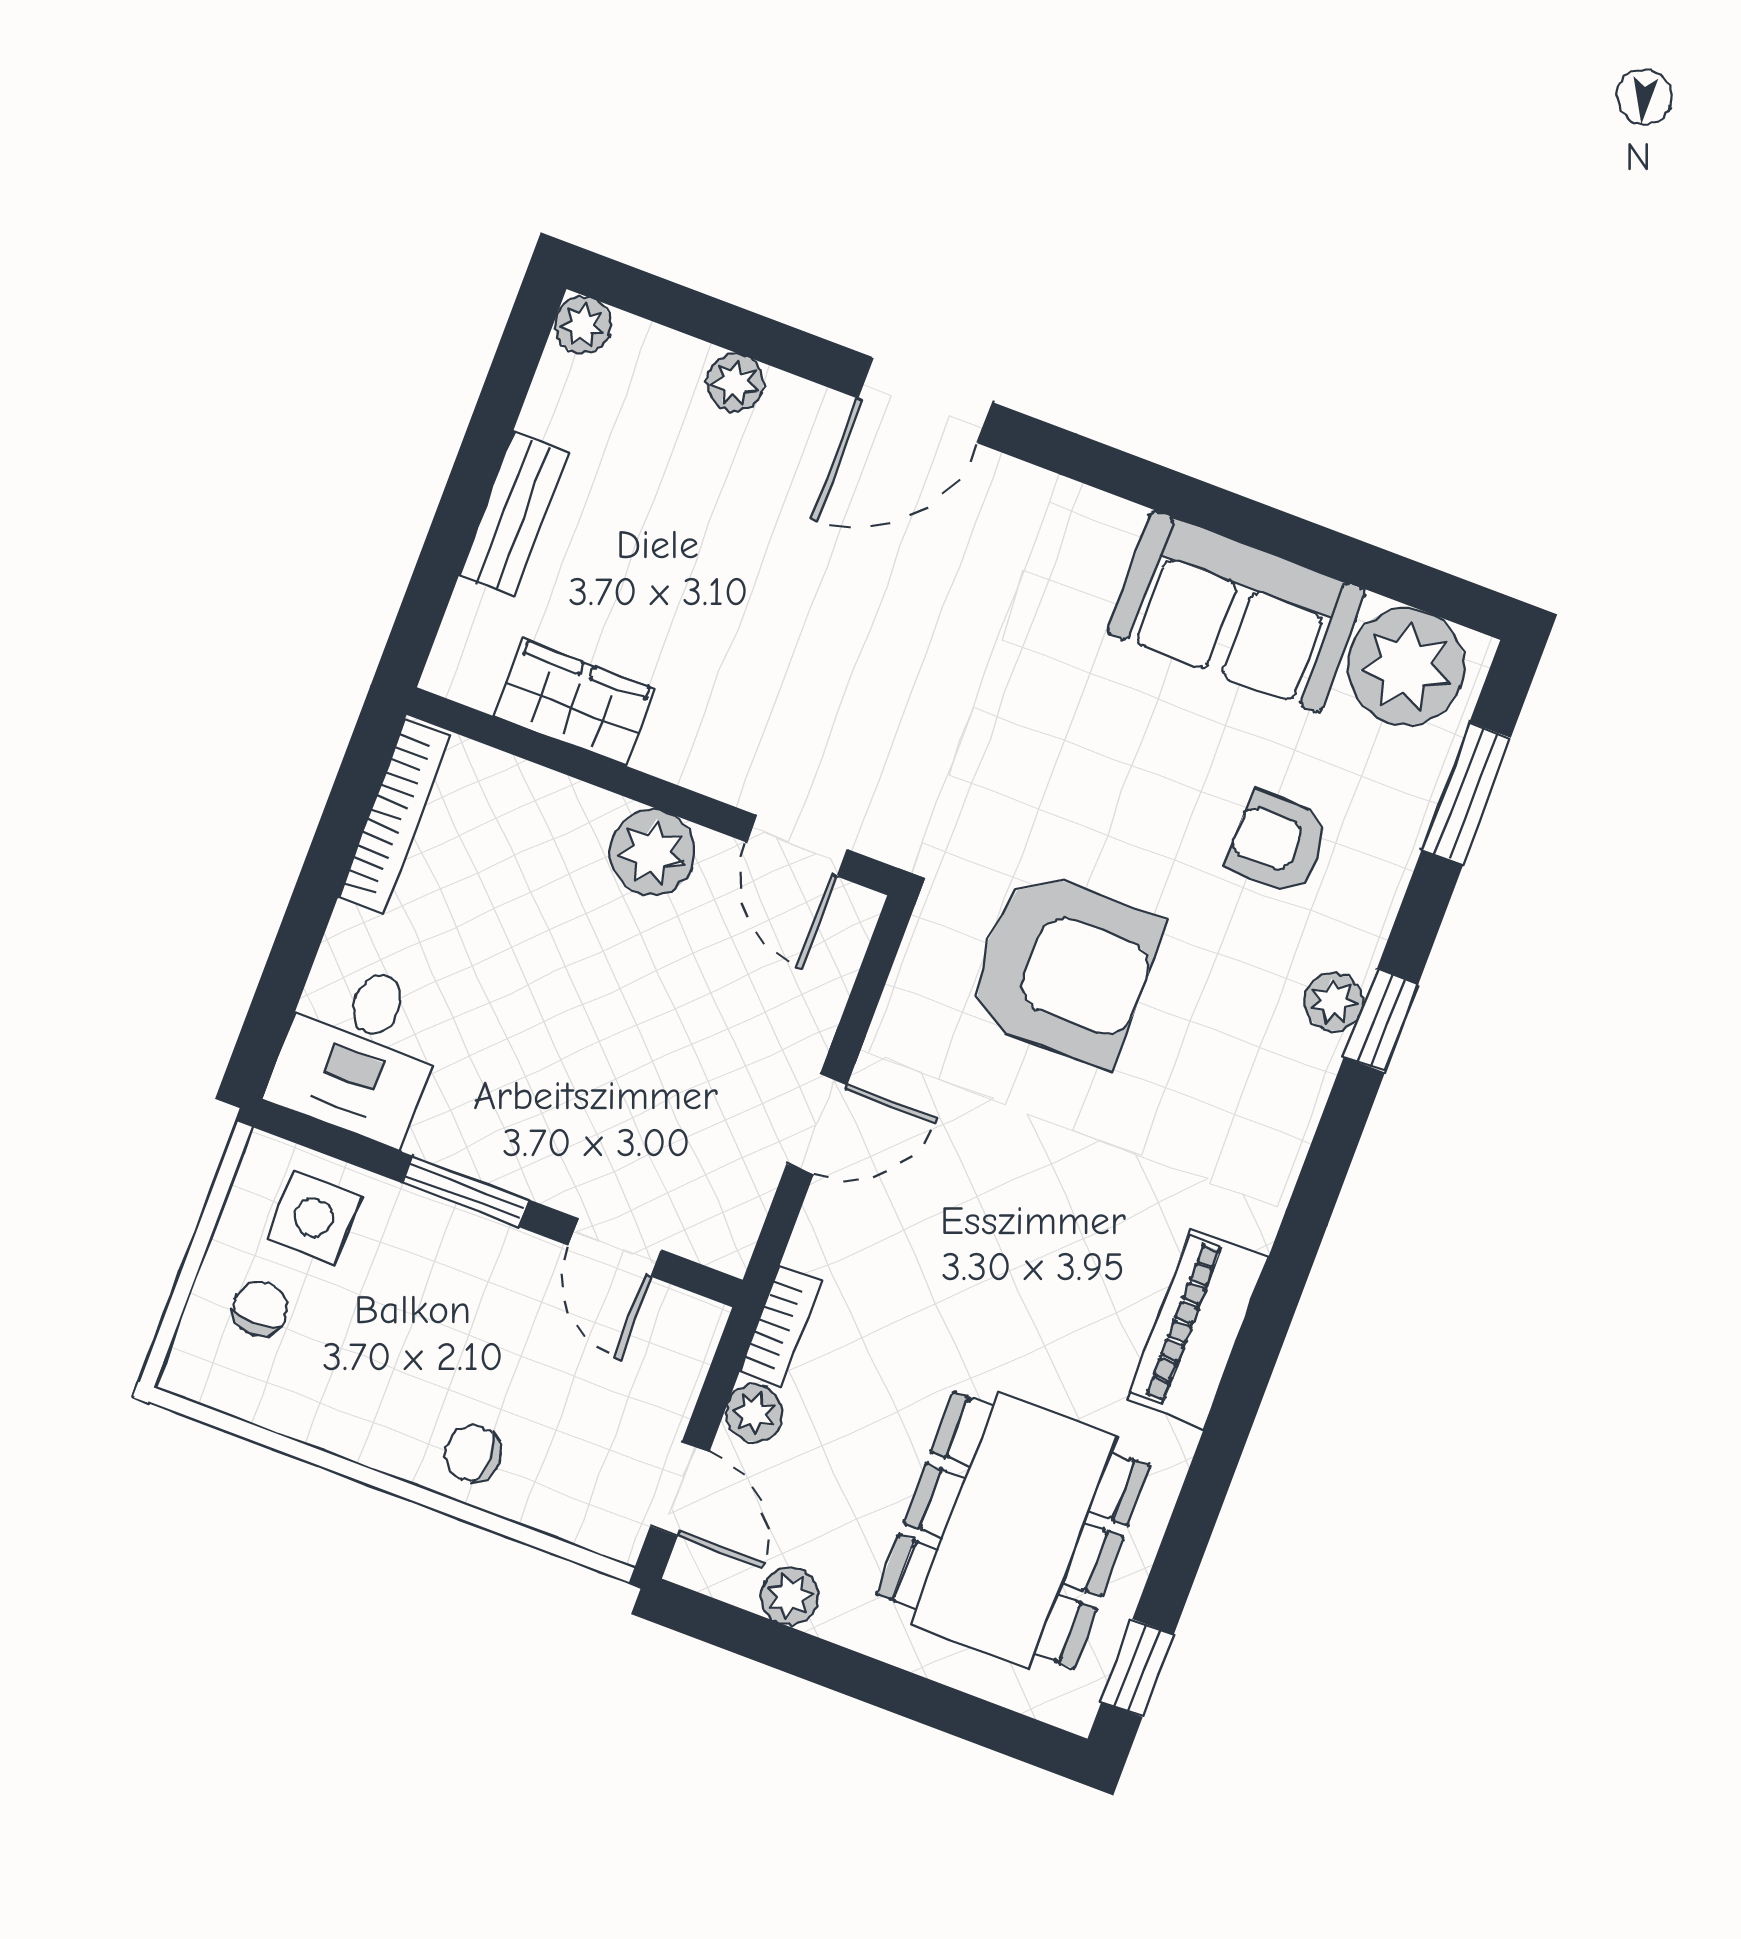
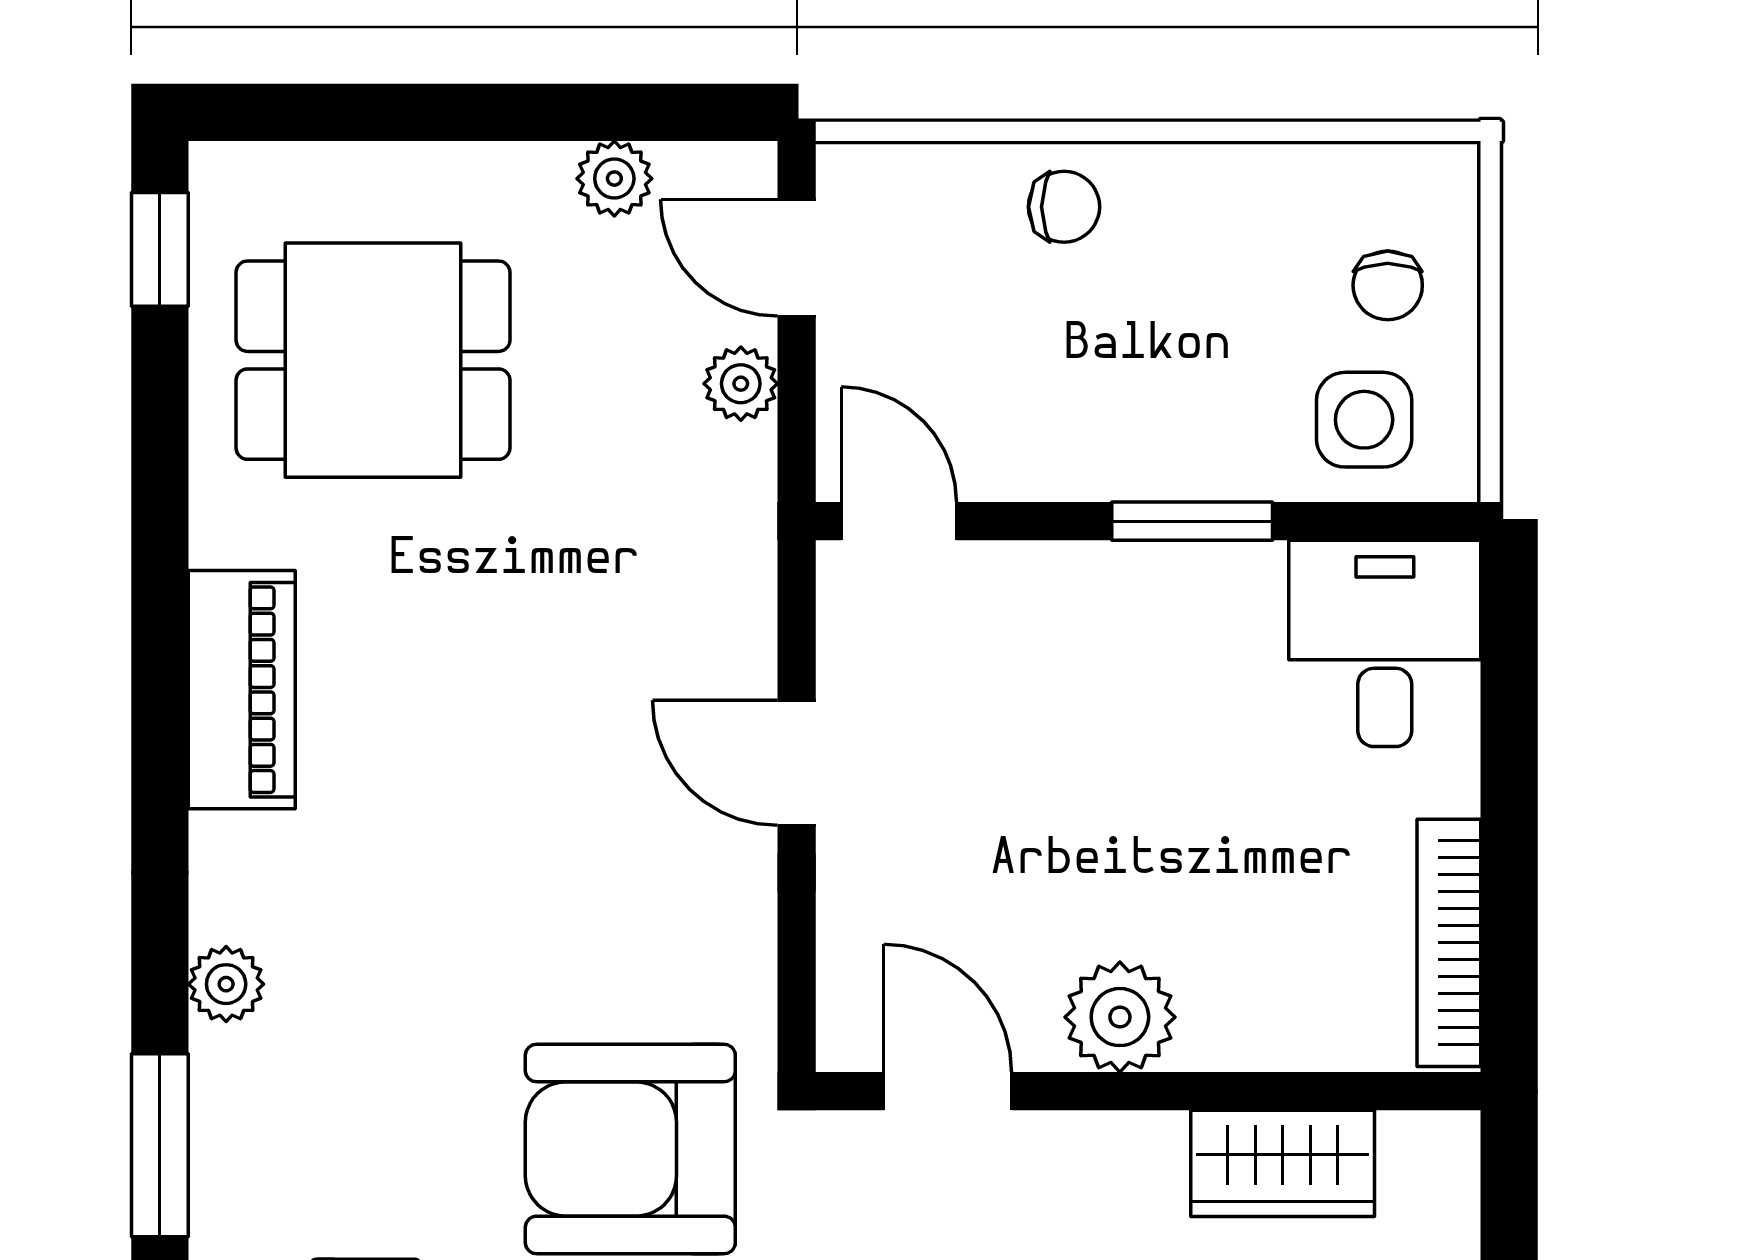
armchair: (1064, 968) -> (630, 1149), moved
plant: (1333, 1002) -> (226, 984), moved
window: (1381, 1021) -> (160, 1145), width x1.50
door: (817, 1124) -> (797, 763), hinge flipped
door: (615, 1248) -> (899, 521), moved
bookcase: (780, 1327) -> (749, 500), removed
dining table: (1014, 1530) -> (373, 360), width x0.73

